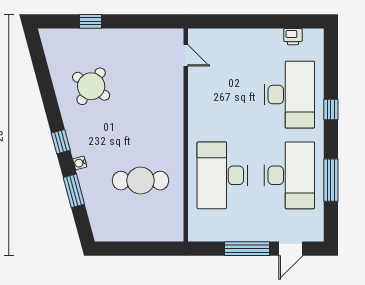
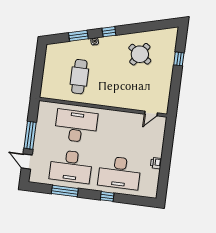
printer: (293, 37) -> (156, 163), moved

